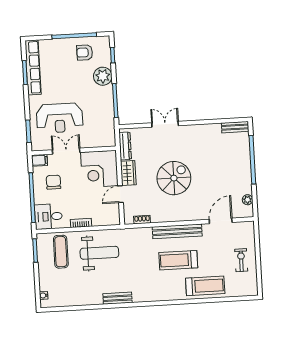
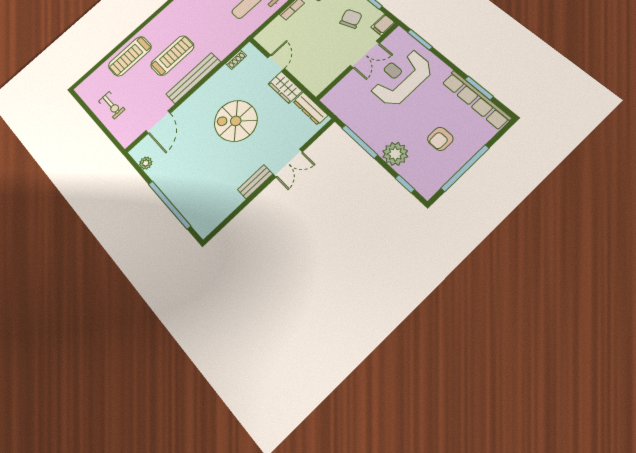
armchair: (85, 52) -> (440, 139), moved, turned 180
bench: (235, 127) -> (255, 182), moved
corner desk: (99, 169) -> (317, 67), removed
spiral stairs: (174, 178) -> (236, 121), turned 90
chair: (54, 182) -> (351, 19), turned -111

